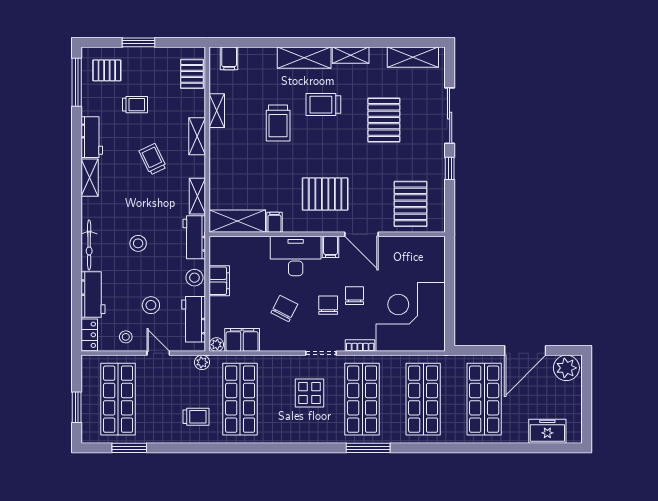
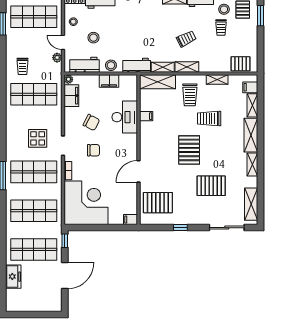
window: (138, 42) -> (261, 16), moved
shelving: (258, 55) -> (252, 105), added
trolley: (323, 105) -> (190, 95), moved, turned 180
sliding door: (450, 116) -> (227, 228), moved
shelving: (197, 136) -> (187, 67), moved
pallet: (325, 194) -> (189, 150), moved
shelving: (237, 221) -> (158, 82), moved, turned 90
stool: (138, 243) -> (224, 9), moved
filing cabinet: (331, 247) -> (131, 220), moved
desk: (296, 256) -> (125, 117), moved
chair: (355, 296) -> (100, 167), removed
window: (470, 350) -> (65, 241), added
door: (525, 350) -> (65, 275), swing flipped
door: (158, 353) -> (63, 42), swing flipped
plant: (202, 362) -> (57, 58), moved
plant: (566, 368) -> (54, 302), removed
freezer: (547, 431) -> (13, 277), moved

